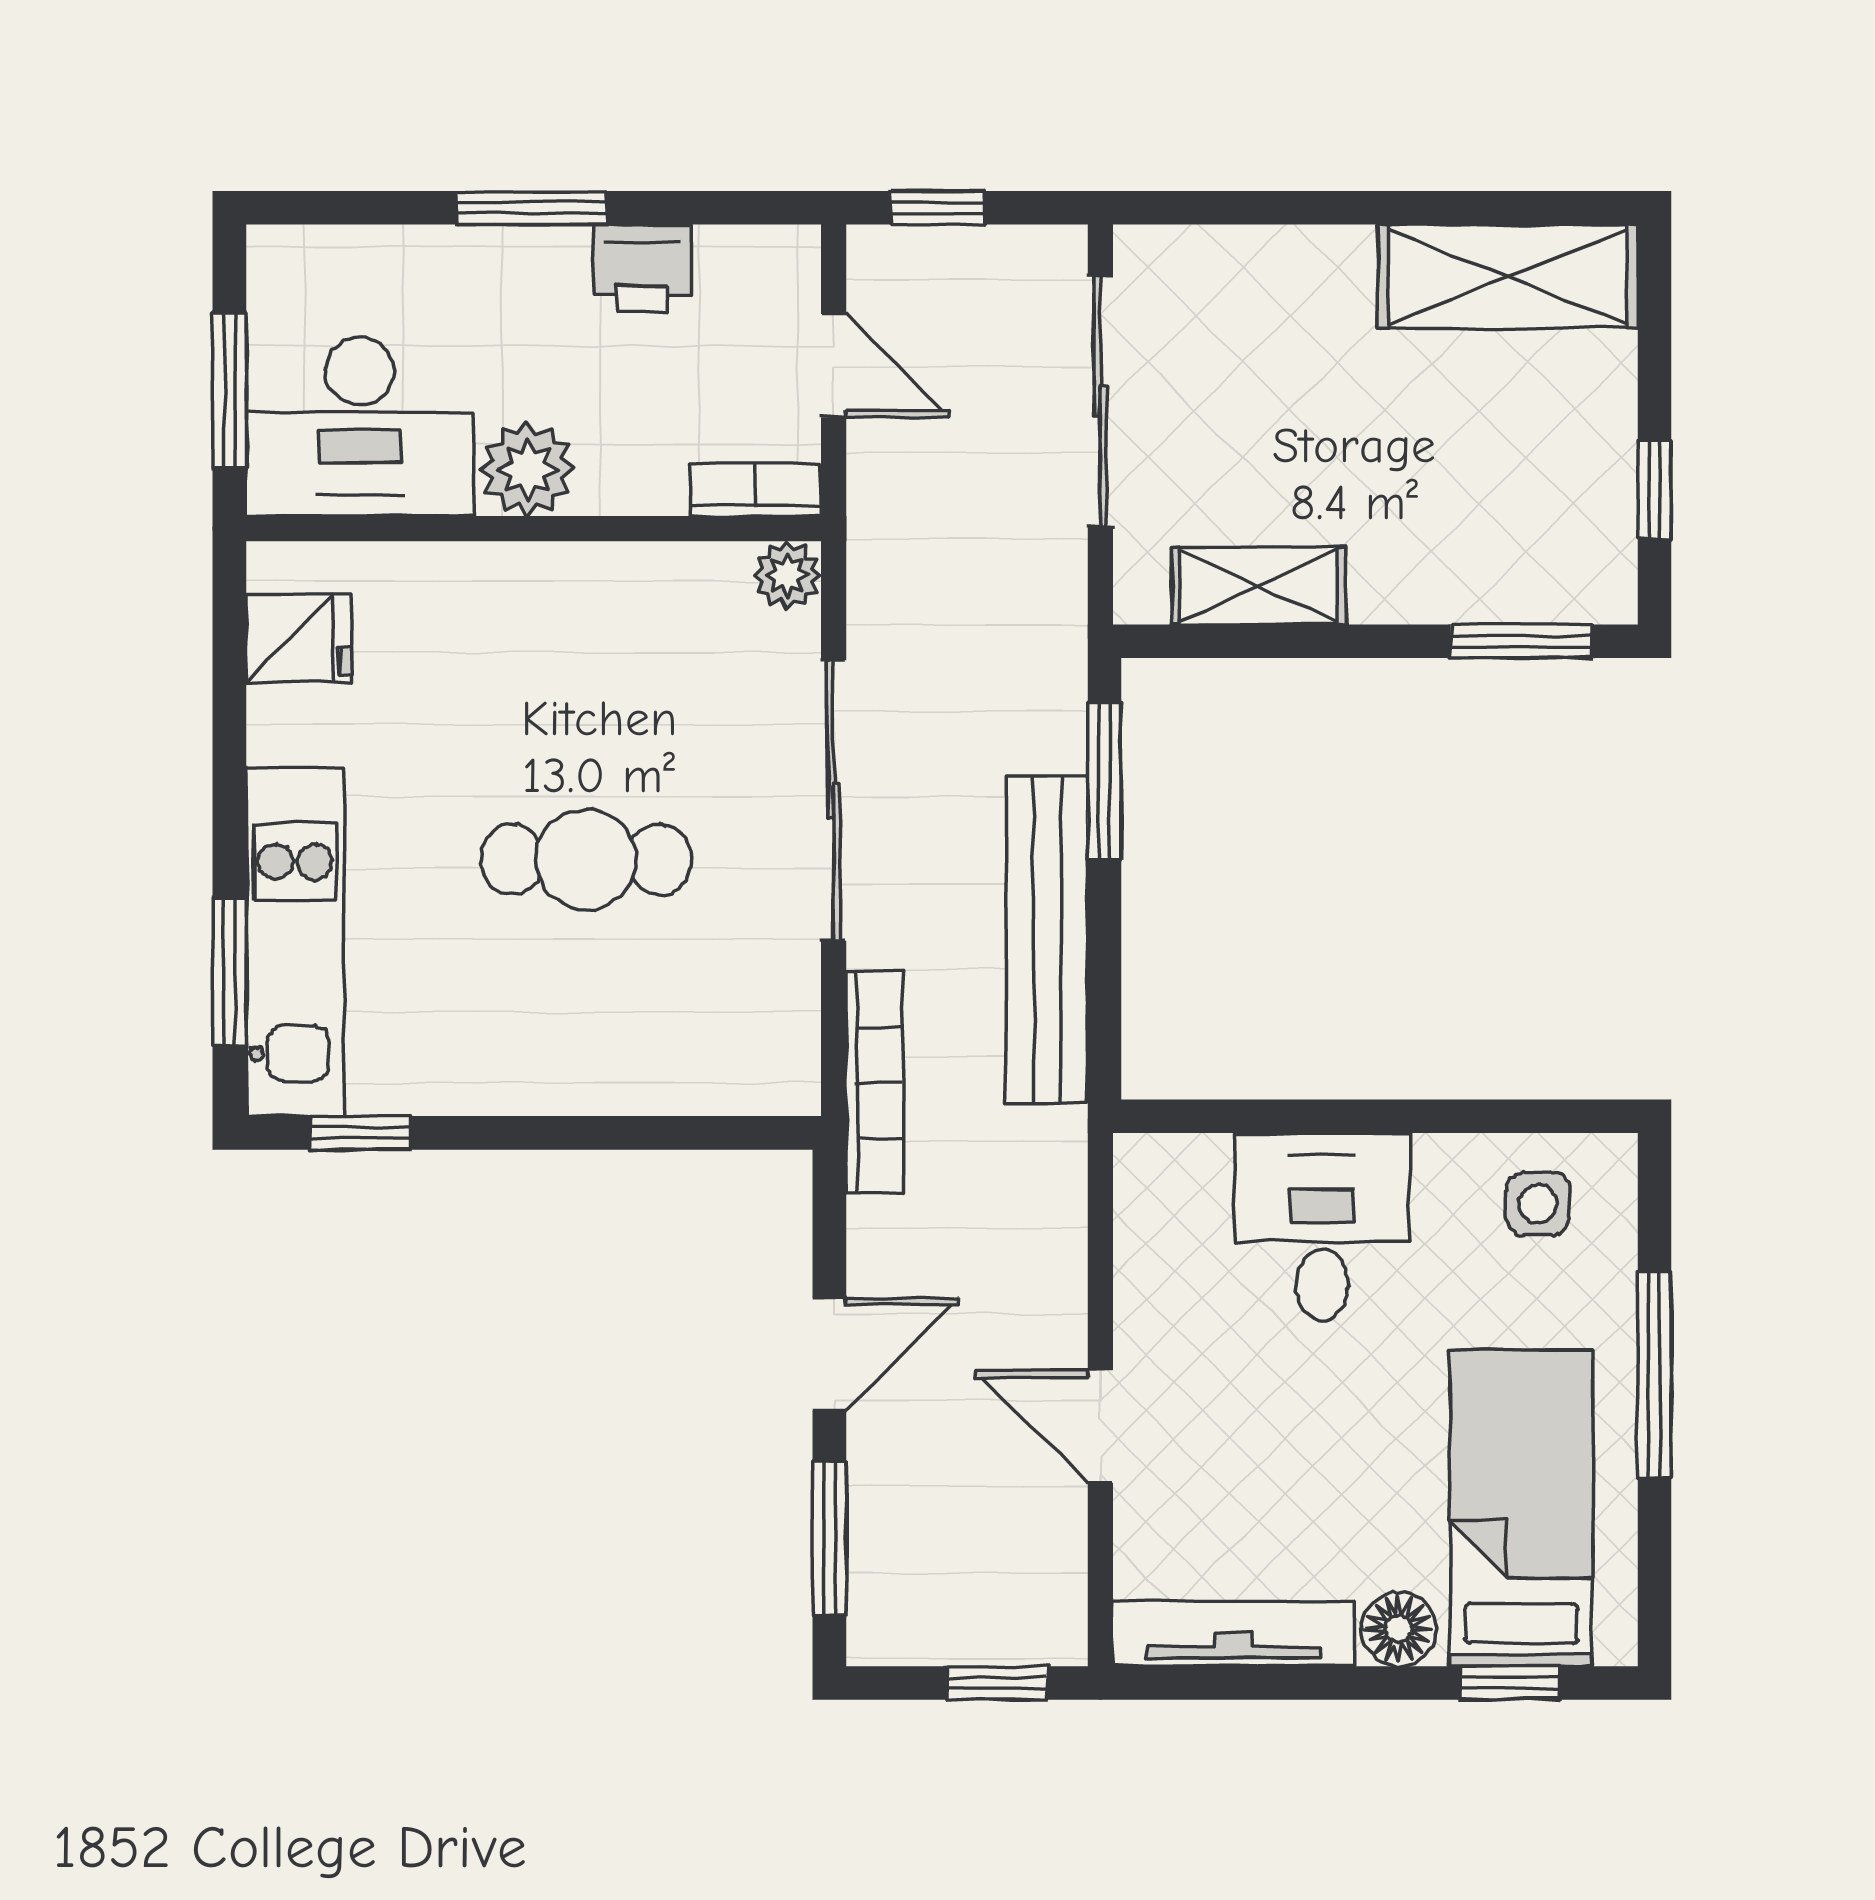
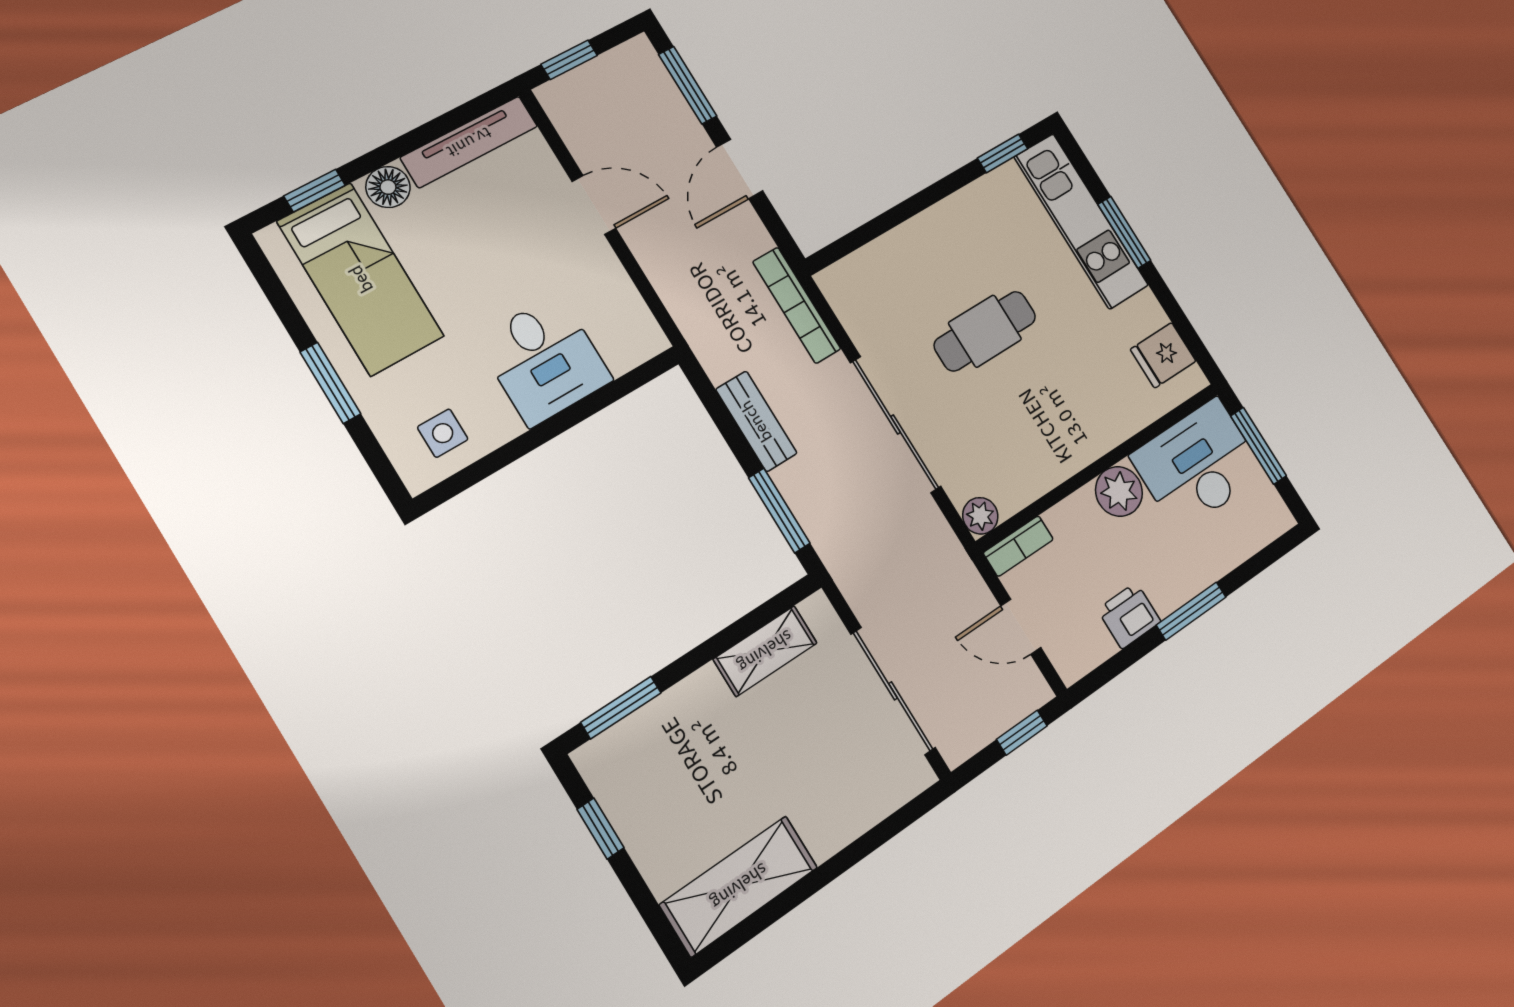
bench: (1047, 939) -> (756, 421), width x0.54, depth x0.82
window: (229, 972) -> (1124, 232), moved
window: (1654, 1375) -> (330, 383), width x0.69

